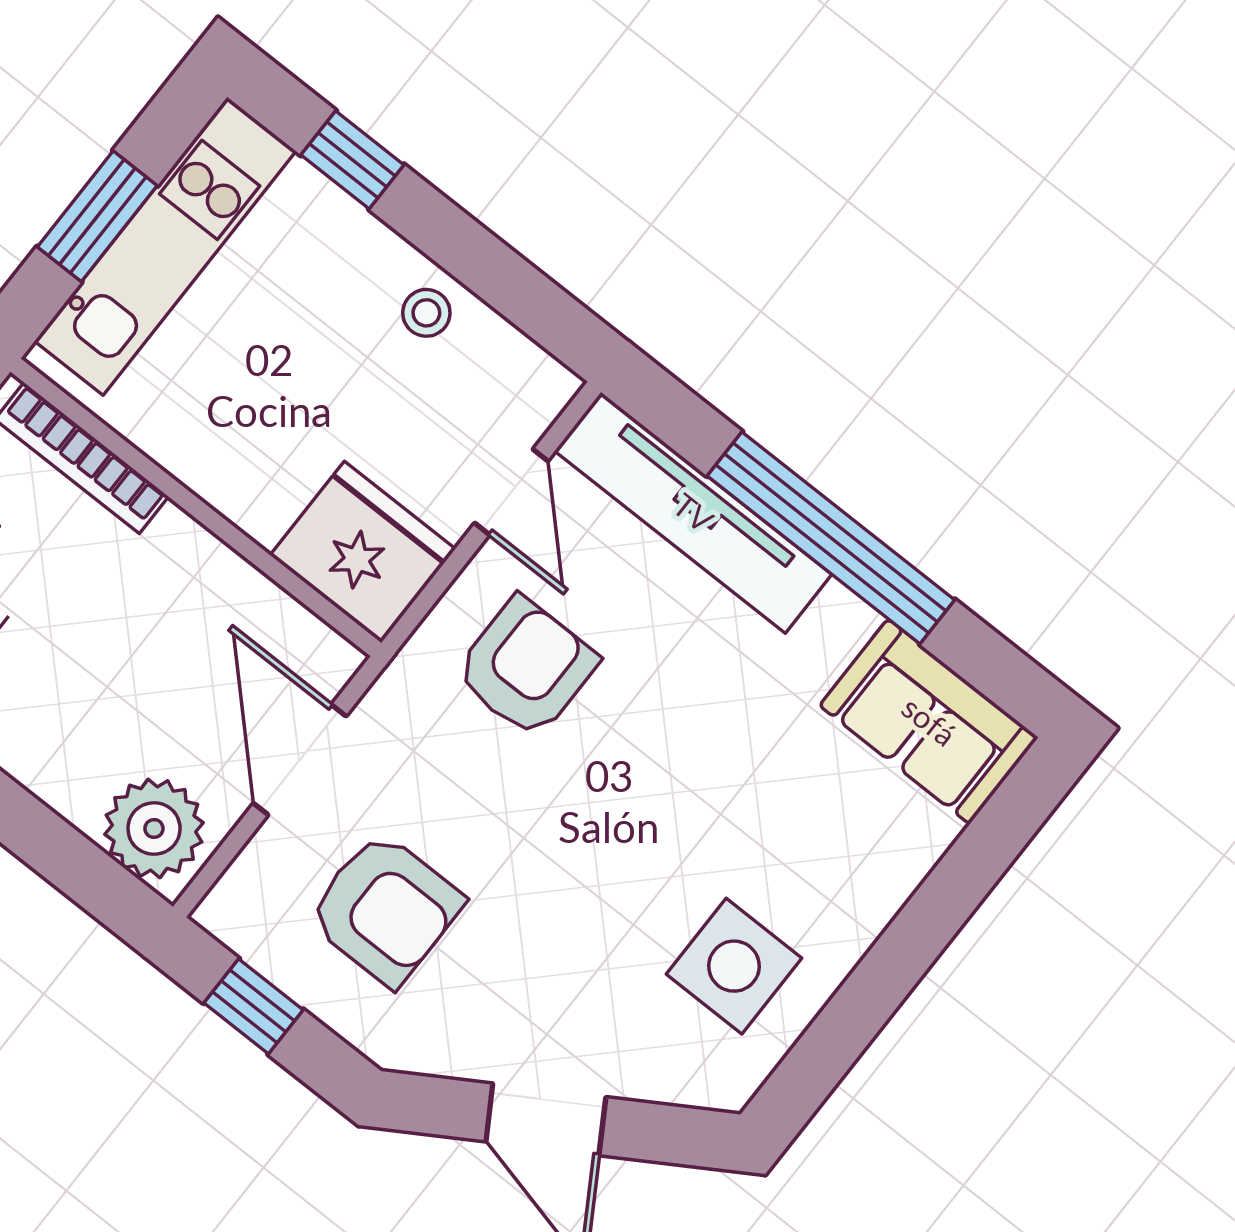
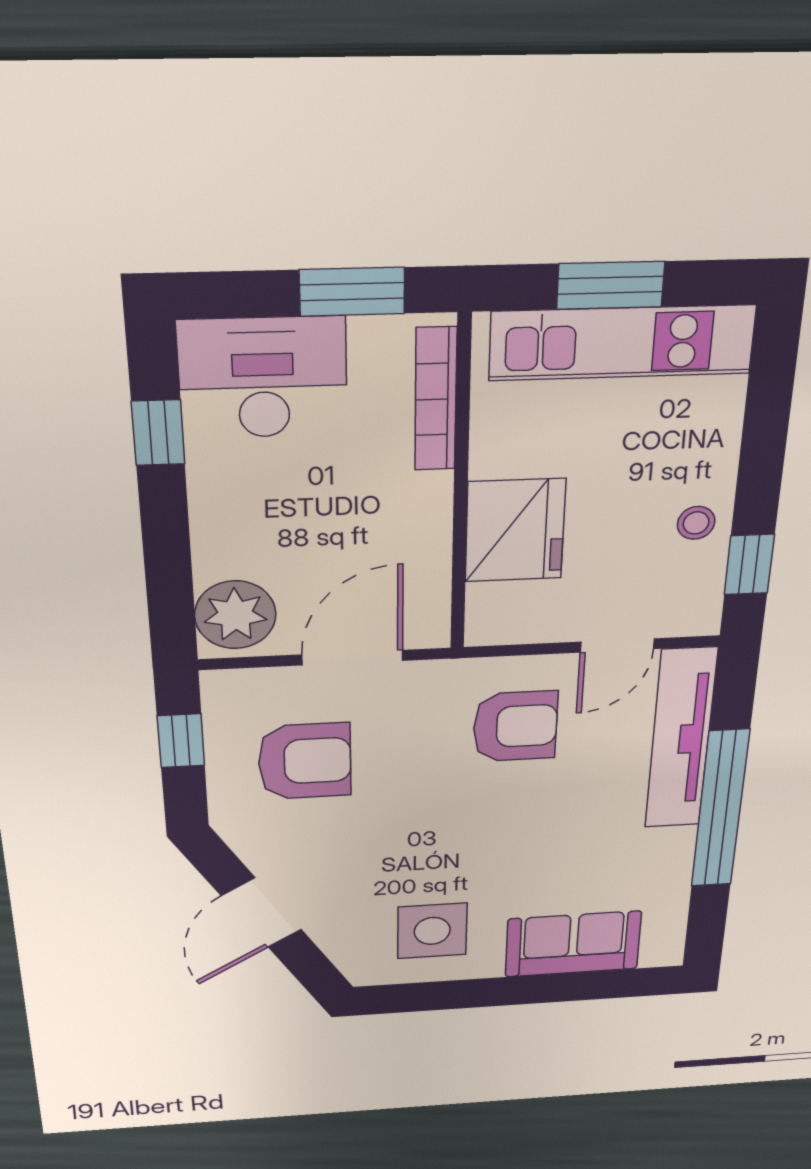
window: (352, 160) -> (749, 565), moved
fridge: (363, 552) -> (515, 530), moved
sofa: (929, 721) -> (573, 944), moved, turned 90
armchair: (385, 909) -> (305, 761), turned -90

